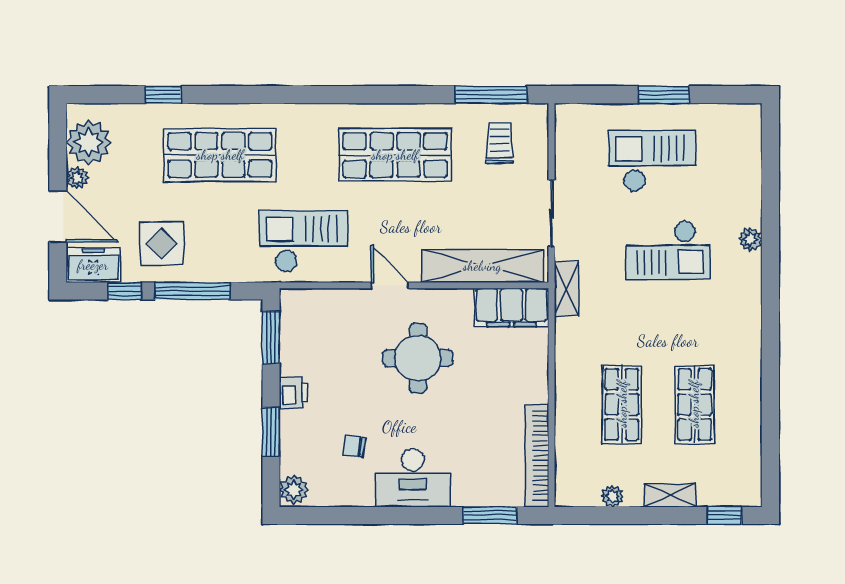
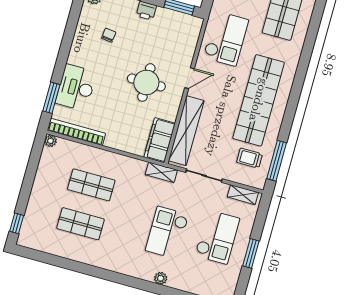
trolley: (499, 143) -> (250, 158), turned 180
shop shelf: (395, 155) -> (259, 100), width x1.40
desk: (413, 478) -> (76, 88), moved
shelving: (670, 495) -> (243, 195), moved, turned 90
plant: (612, 496) -> (51, 141), moved

